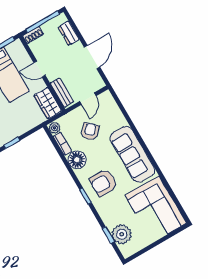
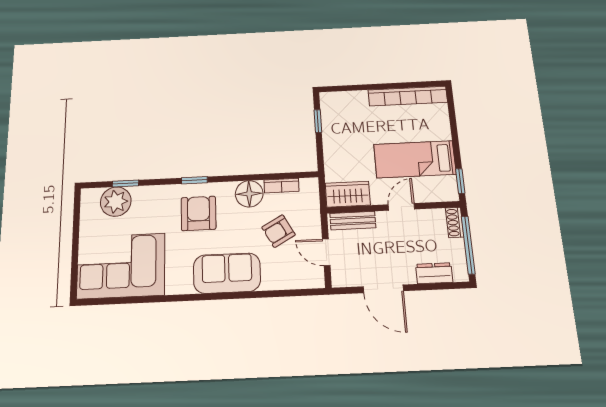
plant: (54, 128) -> (309, 186), removed
armchair: (90, 131) -> (278, 231), turned 108
sofa: (132, 154) -> (227, 273), width x0.73

